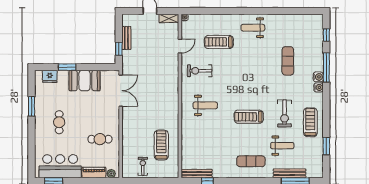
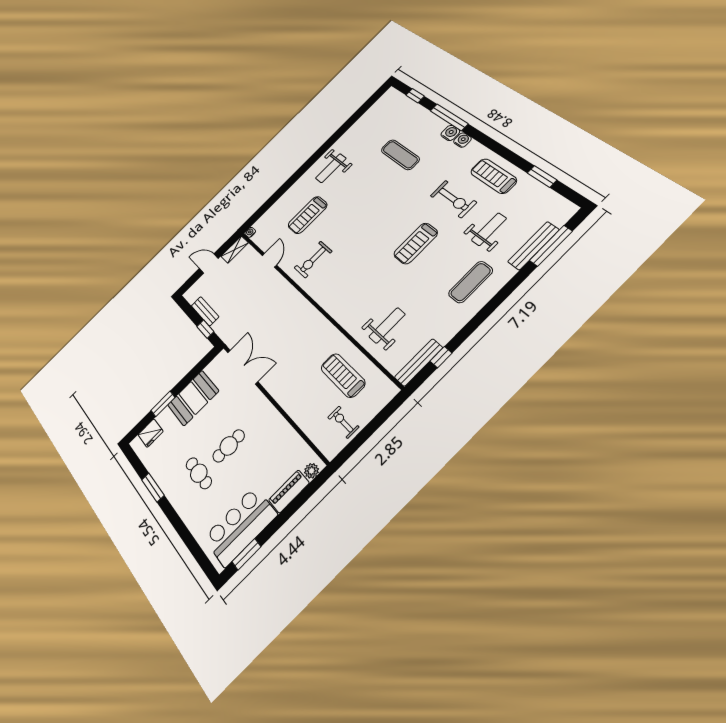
weight bench: (205, 105) -> (387, 325), moved
cafe table: (100, 139) -> (229, 446), moved

